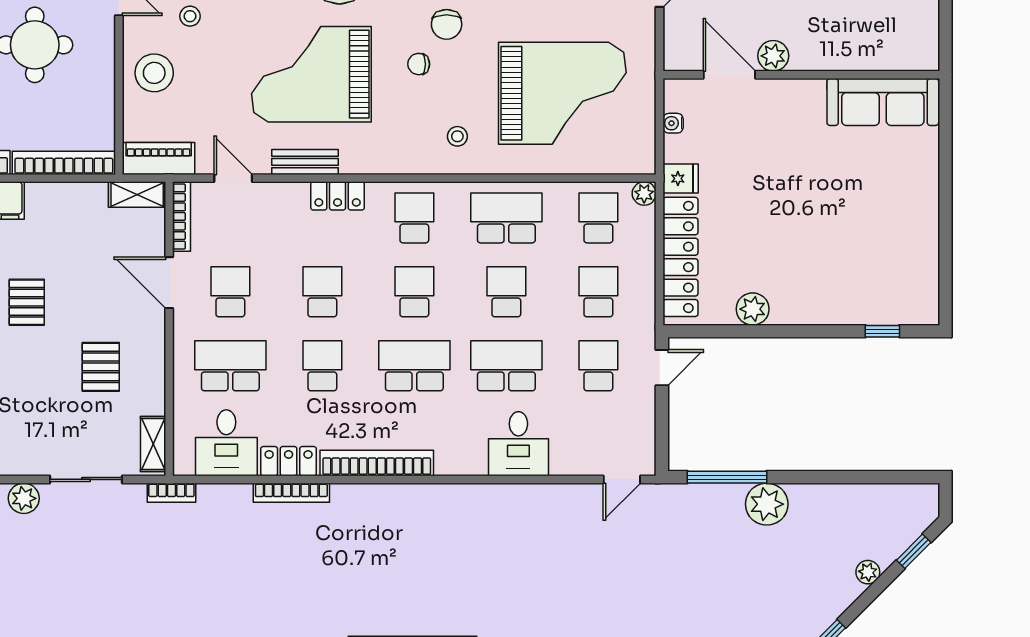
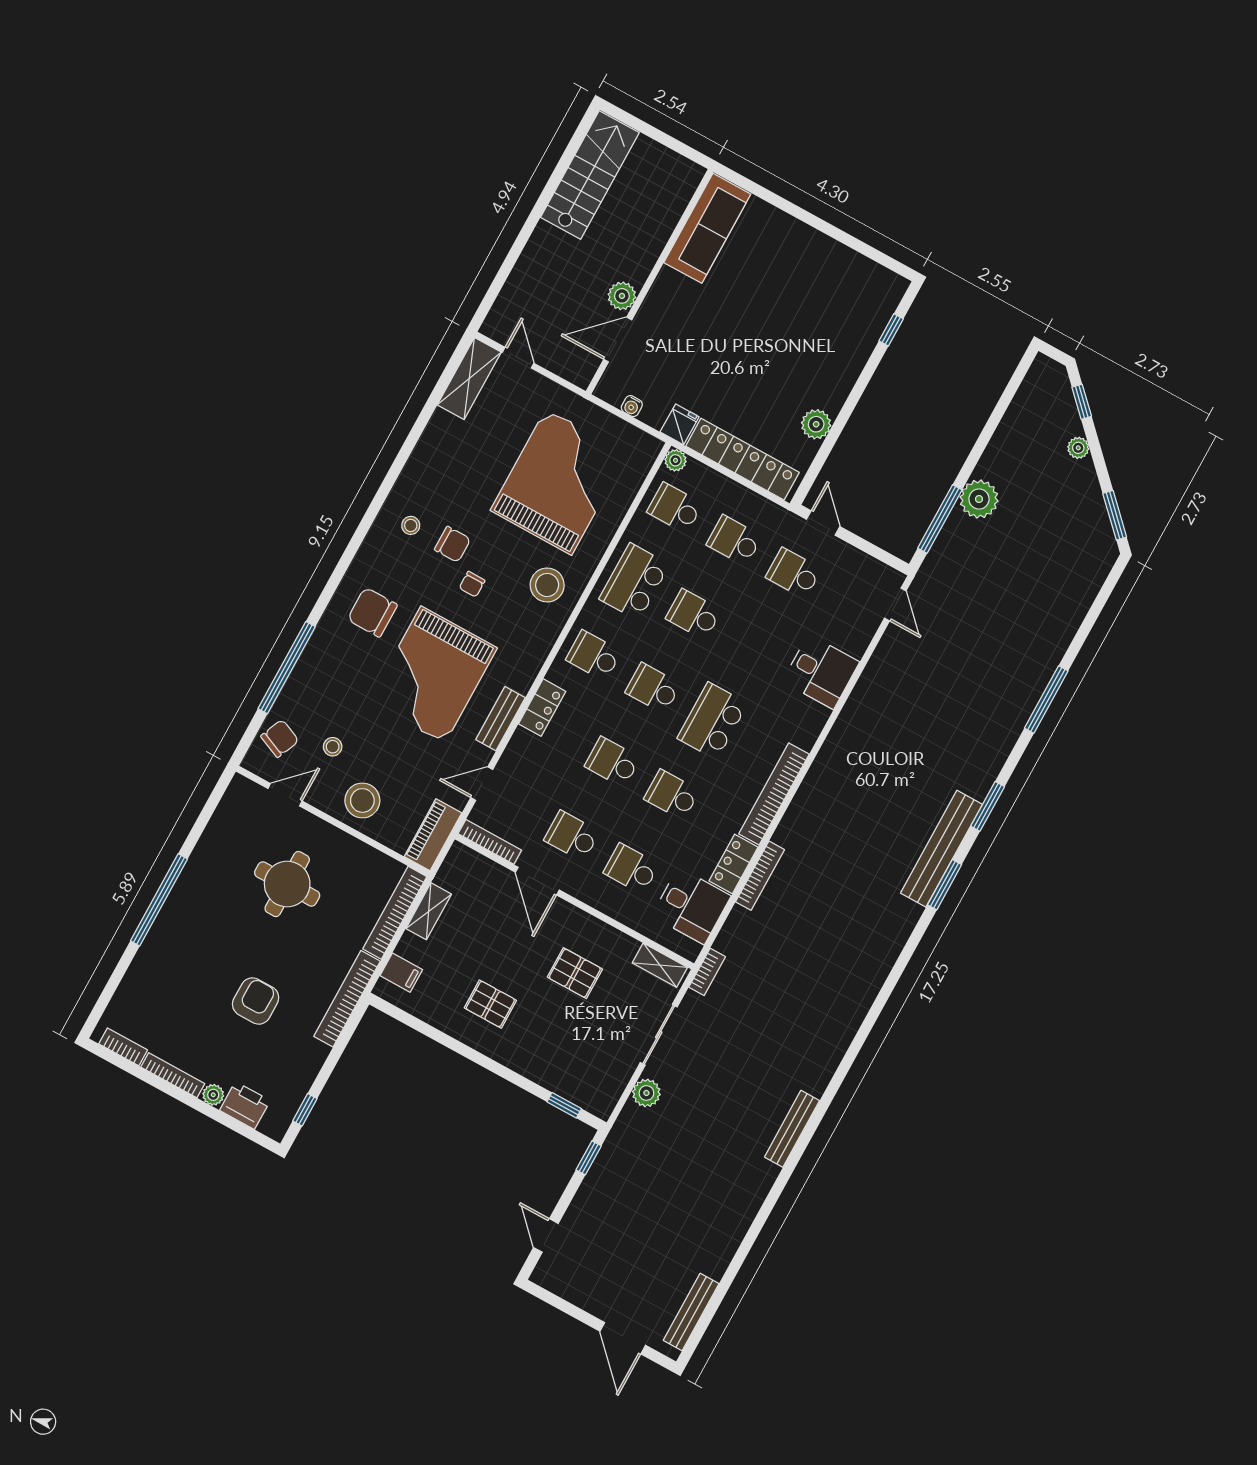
stool: (457, 136) -> (547, 585), width x1.89, depth x1.89
shelving: (137, 195) -> (429, 911), moved
door: (169, 283) -> (537, 881), hinge flipped
school desk: (230, 366) -> (631, 869), width x0.54
school desk: (506, 366) -> (753, 647), removed

